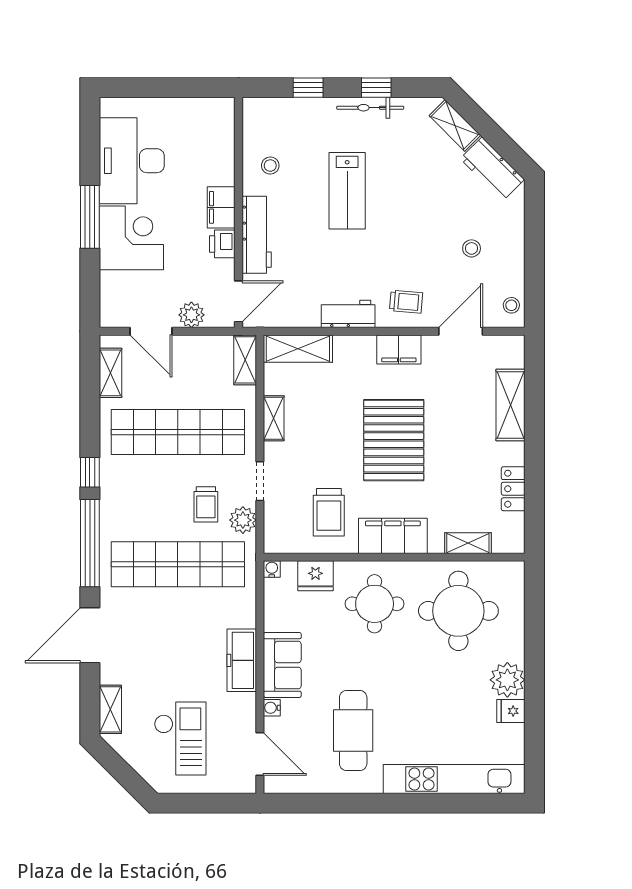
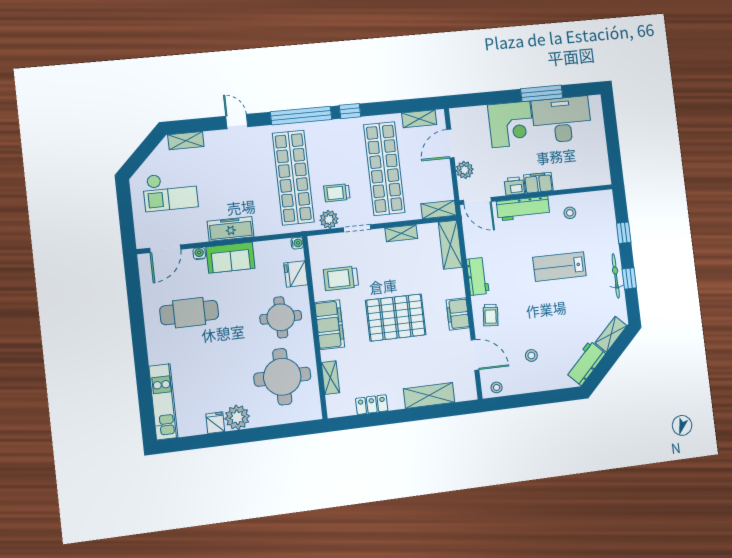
window: (90, 217) -> (542, 93), moved
door: (90, 635) -> (237, 122), width x0.53
kitchen unit: (454, 779) -> (163, 402), width x0.73

